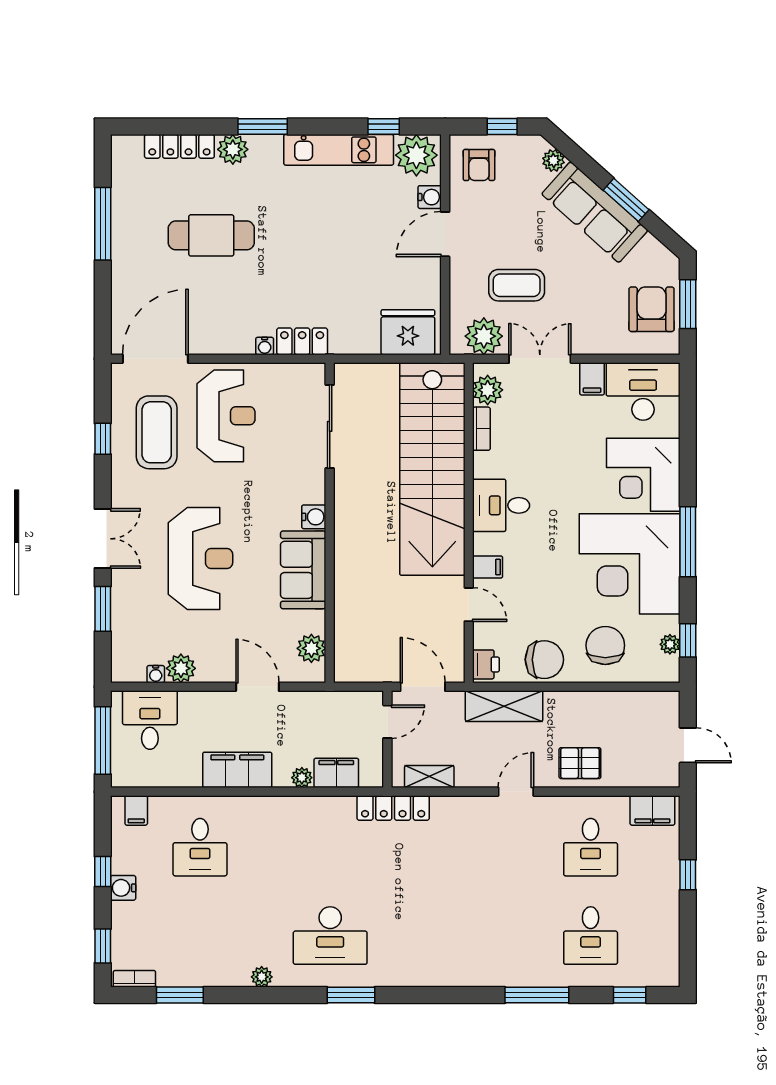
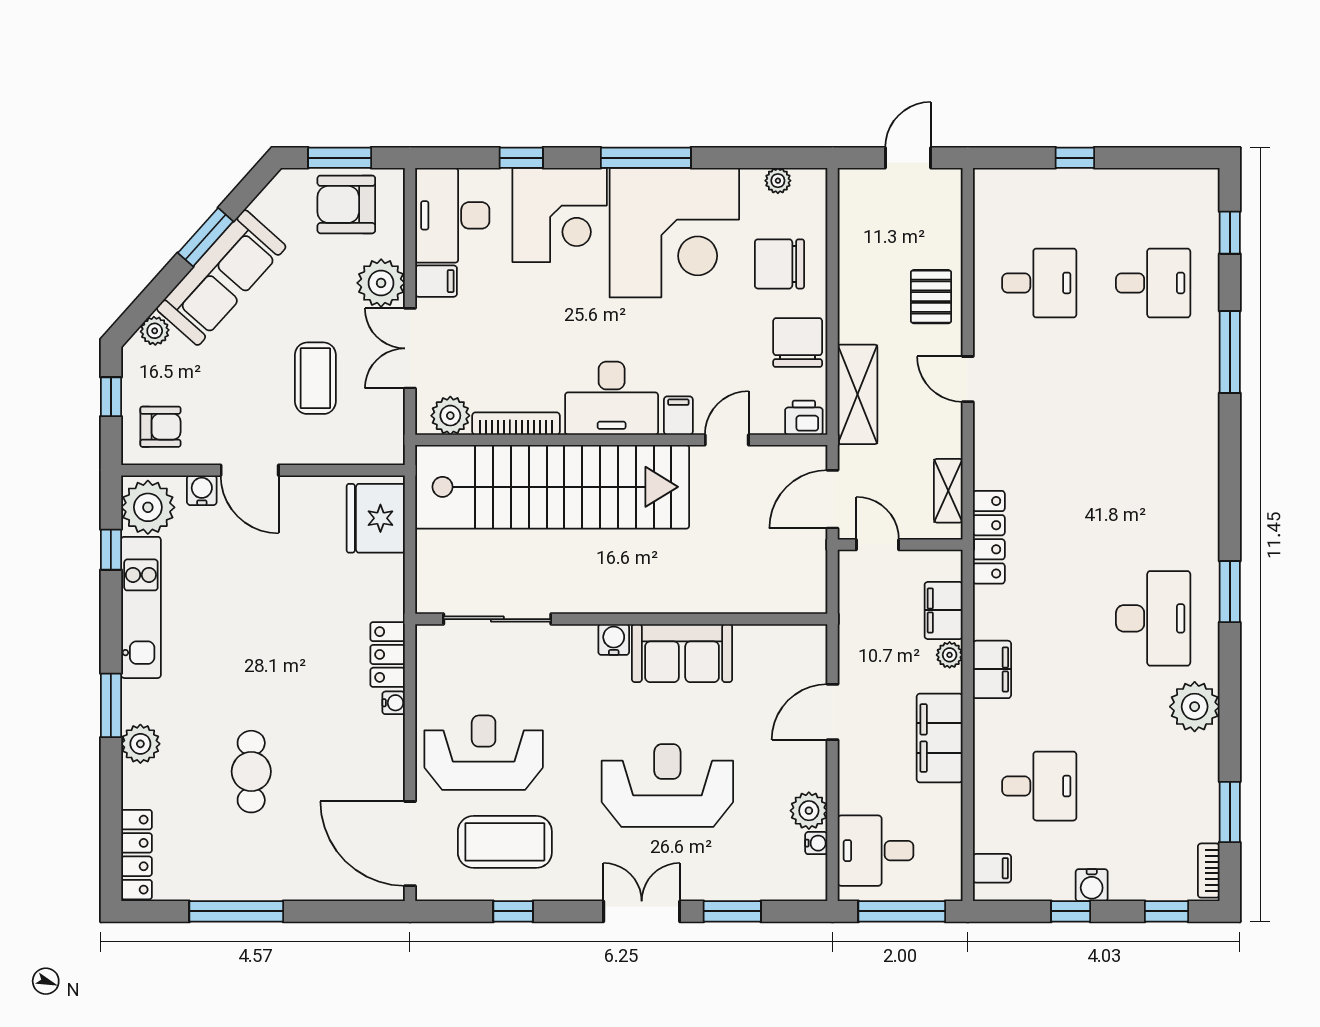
locker: (179, 146) -> (136, 855), moved
cafe table: (211, 235) -> (251, 772), width x0.73, depth x0.74
plant: (484, 336) -> (381, 283), moved
bookcase: (481, 429) -> (516, 424), width x1.56
desk: (501, 505) -> (612, 398), width x1.37
window: (688, 640) -> (521, 158), moved
plant: (311, 648) -> (783, 643), removed
filing cabinet: (652, 810) -> (992, 669), moved
plant: (262, 977) -> (1195, 707), width x1.87, depth x1.87

